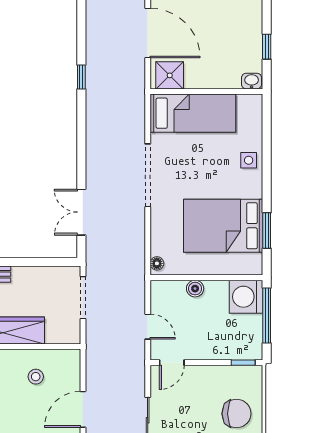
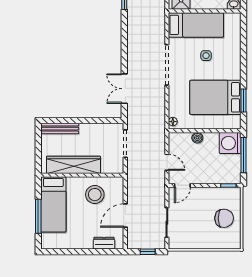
side table: (249, 160) -> (206, 56), moved
stool: (36, 377) -> (95, 195), width x1.89, depth x1.89

